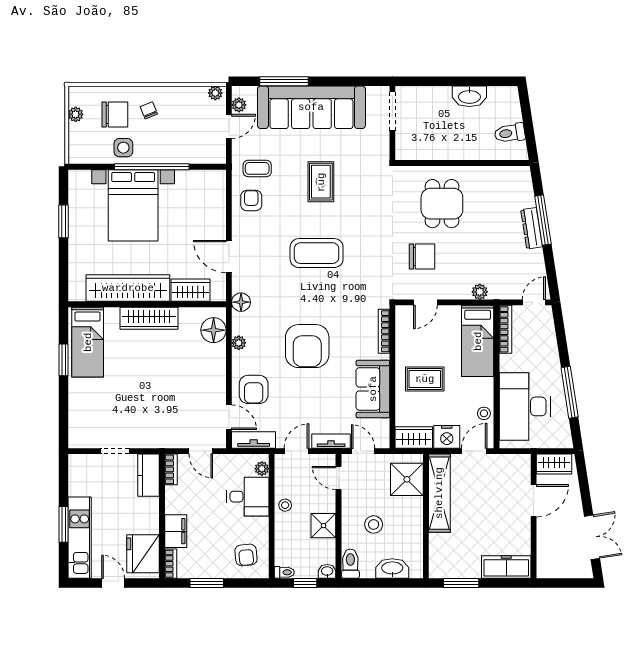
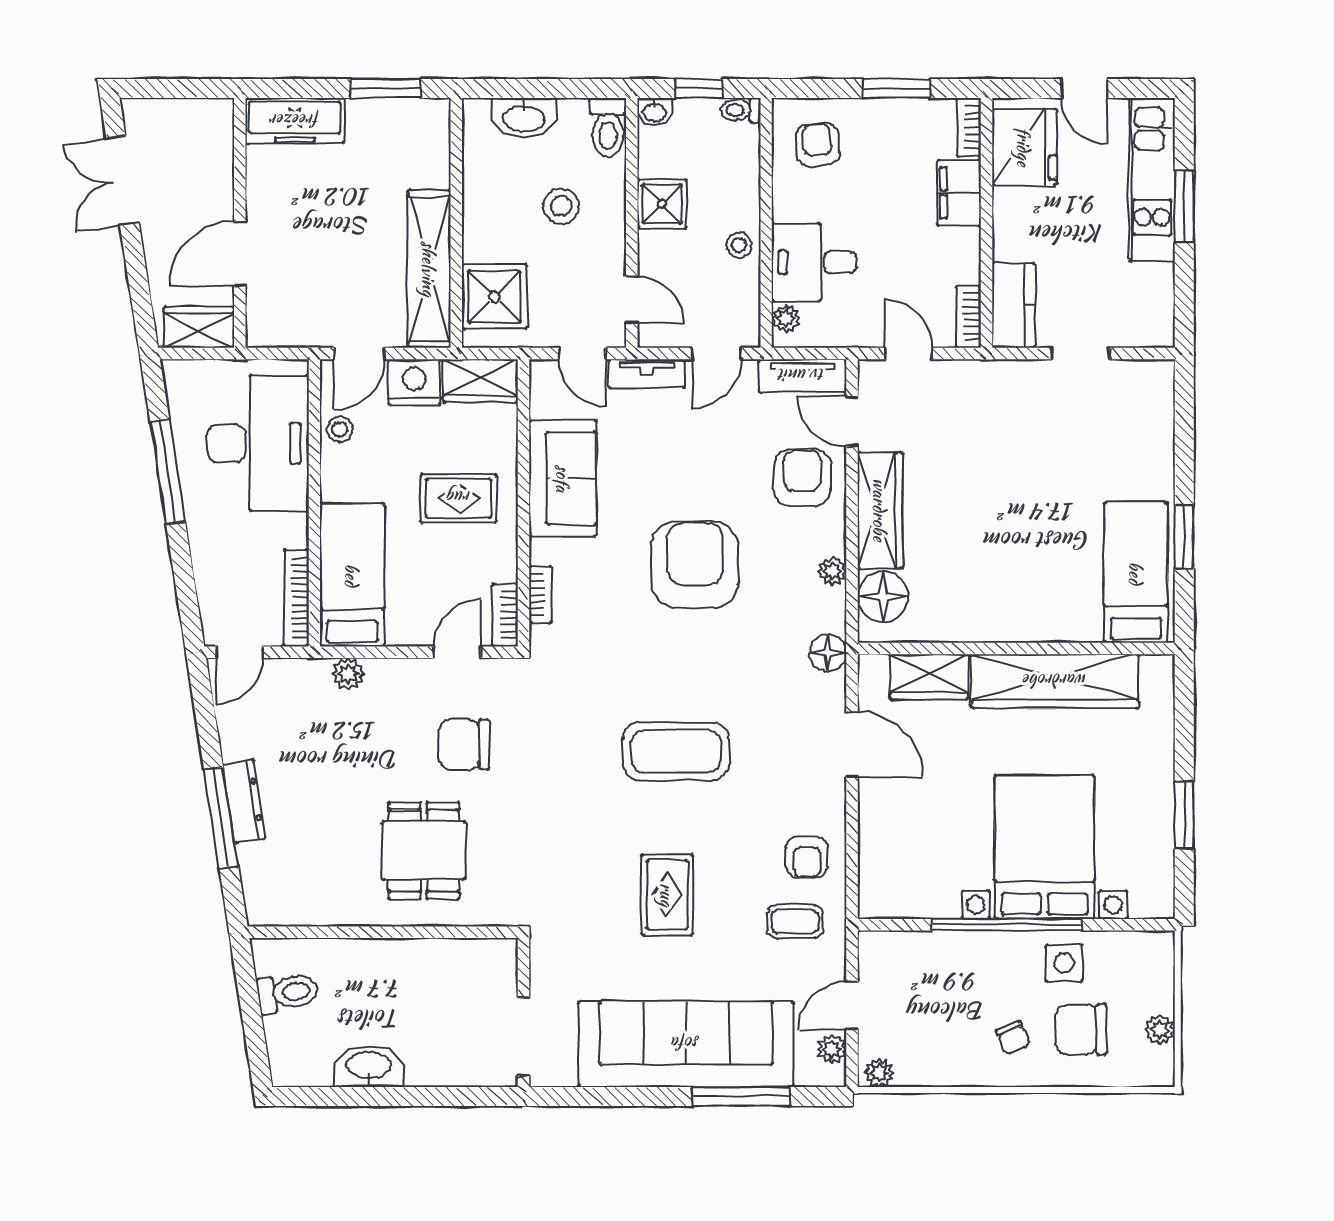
wardrobe: (149, 318) -> (880, 510), moved, turned 90
bookcase: (401, 321) -> (505, 615), added
bookcase: (384, 331) -> (540, 594), width x0.64

